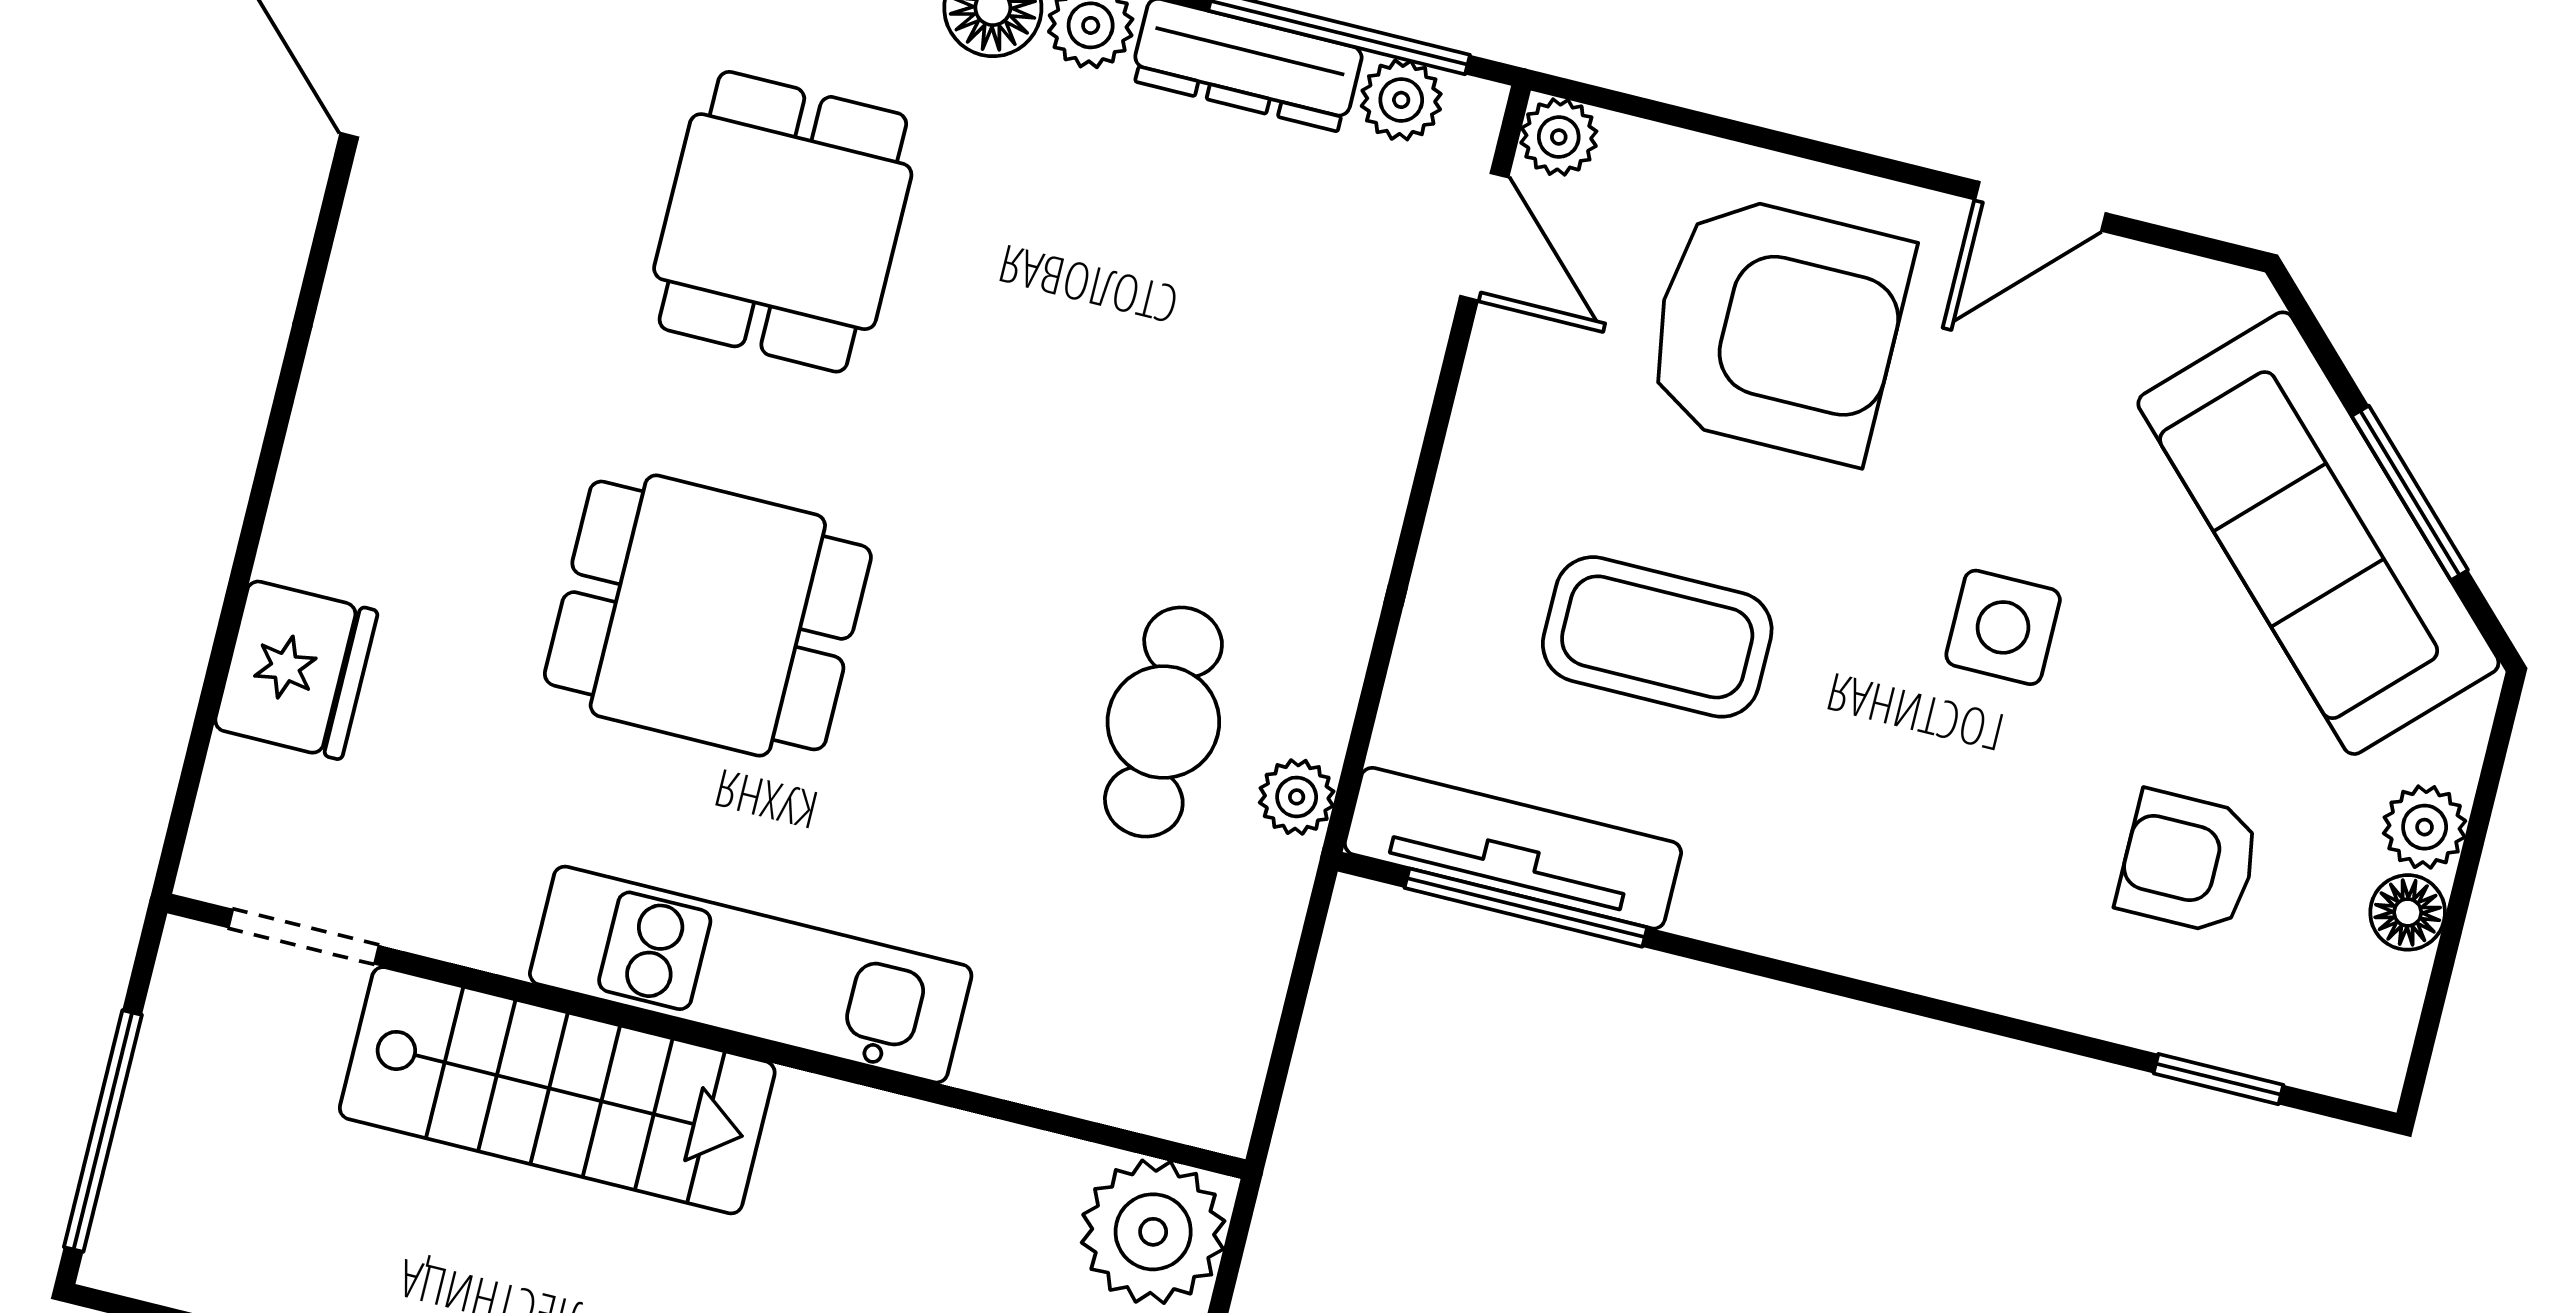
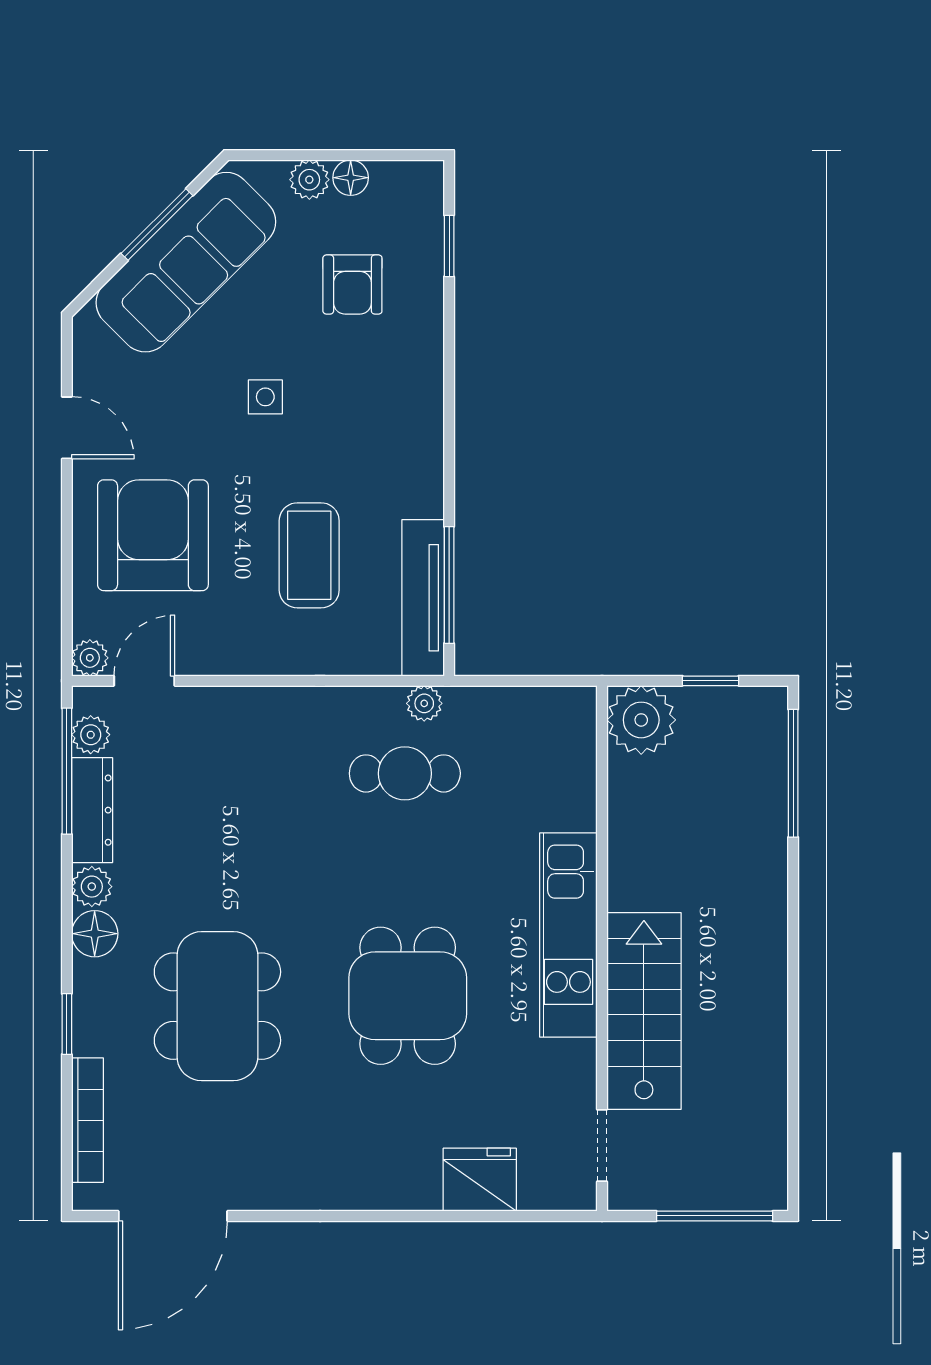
dining table: (783, 222) -> (217, 1006), width x1.38
side table: (2003, 627) -> (265, 397), width x0.73, depth x0.73

